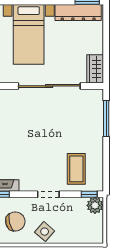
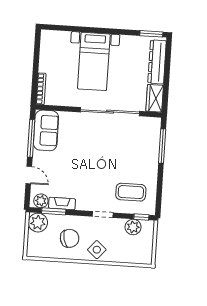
dresser: (78, 13) -> (157, 62), moved, turned 90
coffee table: (76, 169) -> (131, 192), turned 90
plant: (95, 205) -> (133, 227), moved

